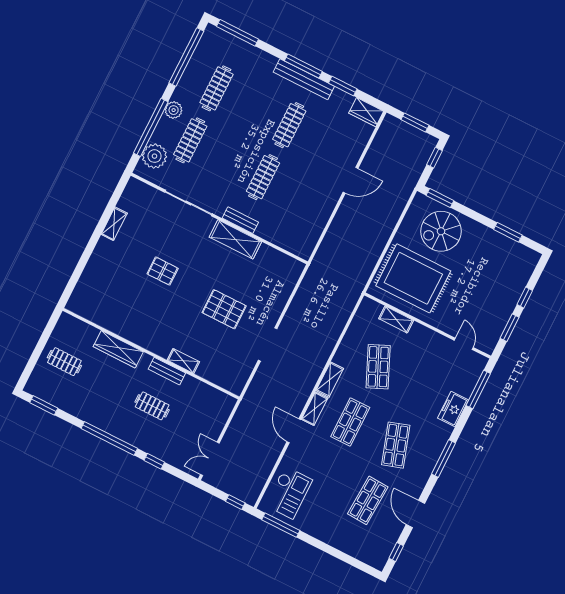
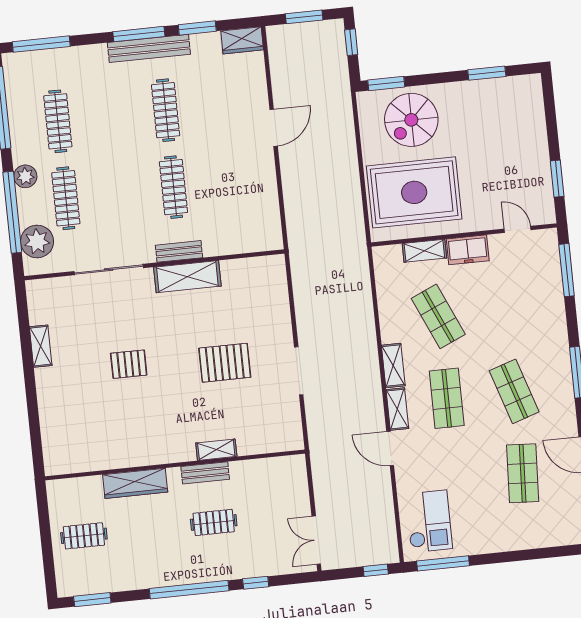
window: (525, 298) -> (552, 134), removed
freezer: (453, 409) -> (468, 250), moved, turned -90

